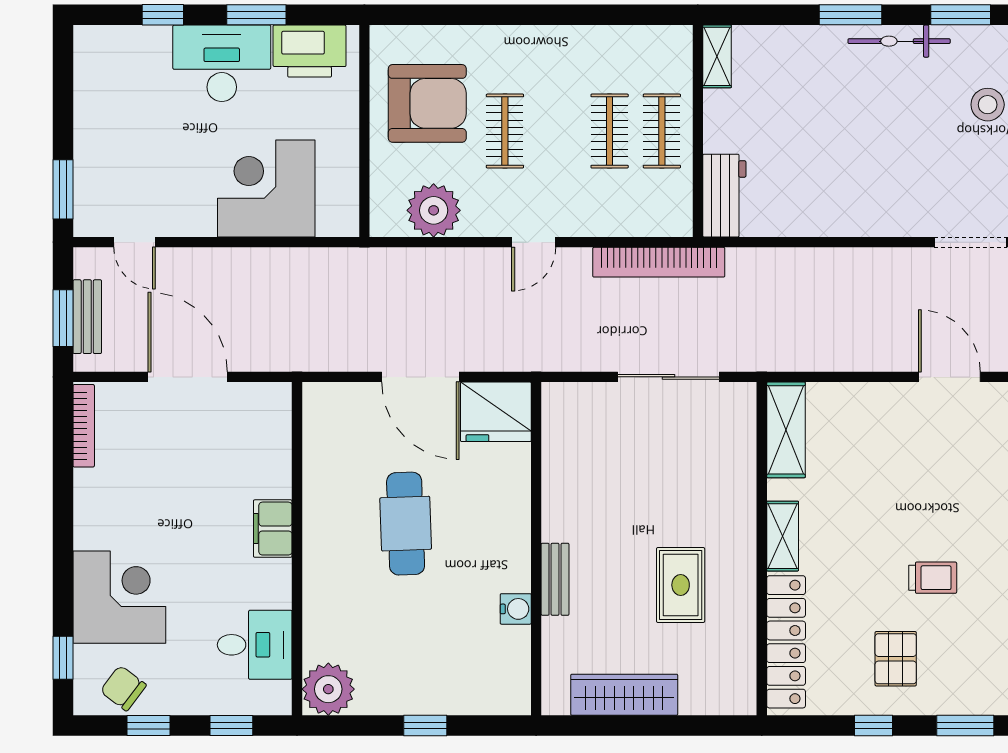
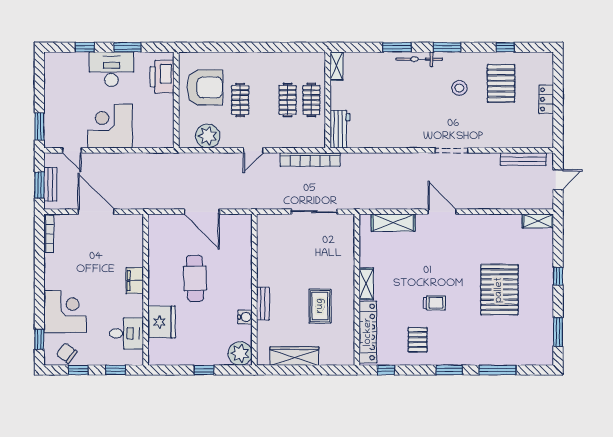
printer: (310, 51) -> (162, 77), moved, turned 90
corner desk: (266, 189) -> (110, 126), moved
fridge: (496, 412) -> (162, 322), moved, turned -90
shelving: (786, 430) -> (393, 223), moved, turned 90
plant: (328, 689) -> (240, 354), moved
window: (874, 725) -> (386, 370), moved

